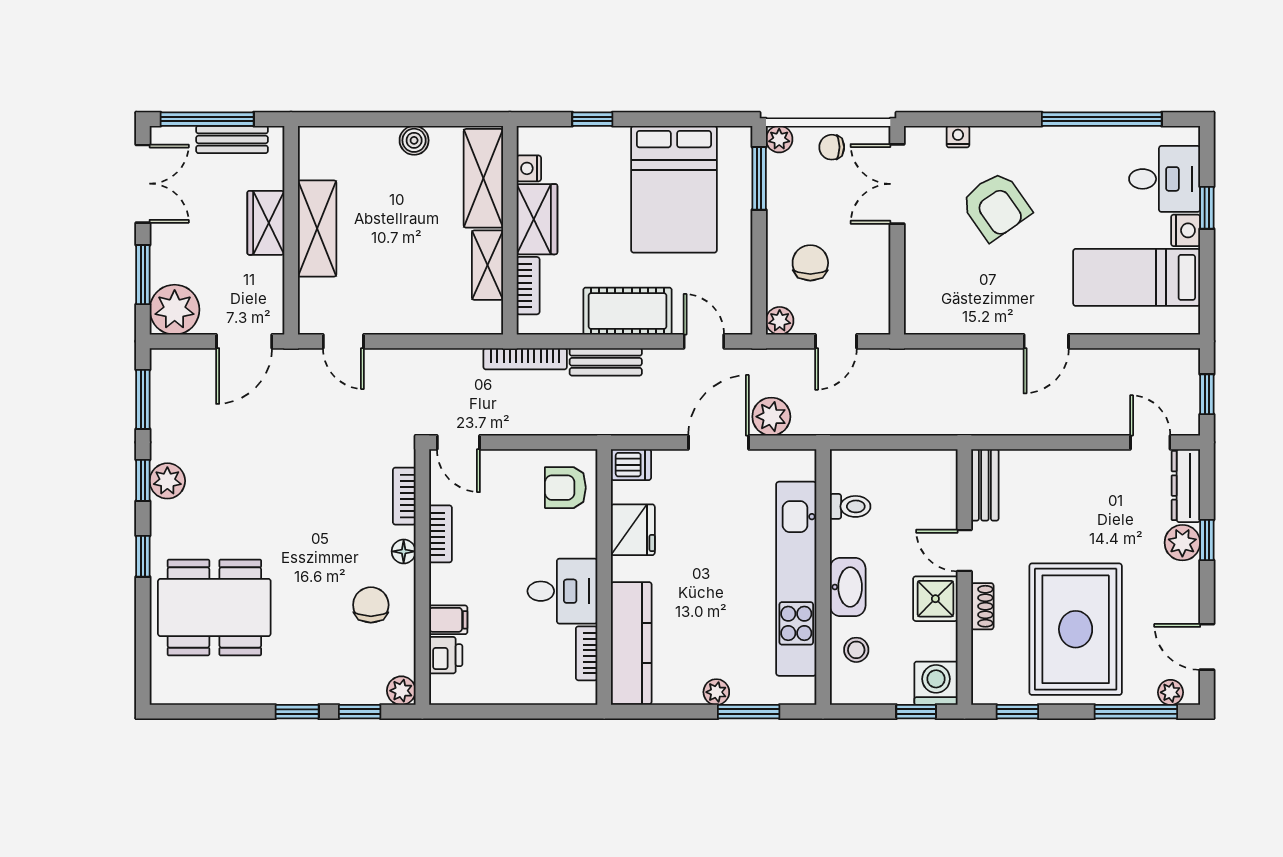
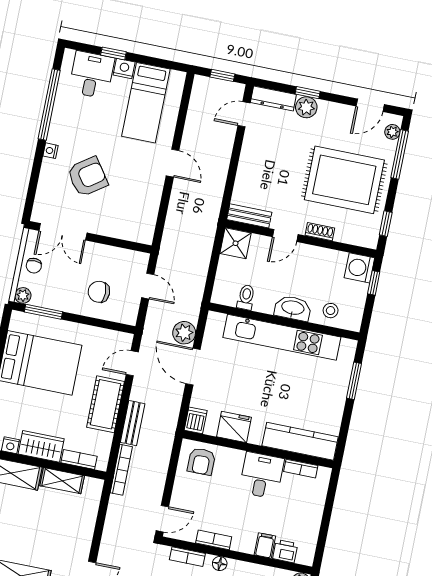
nightstand: (958, 137) -> (51, 151), moved
plant: (780, 321) -> (129, 317), removed
shower: (935, 599) -> (236, 243), moved
plant: (716, 692) -> (339, 397), removed

